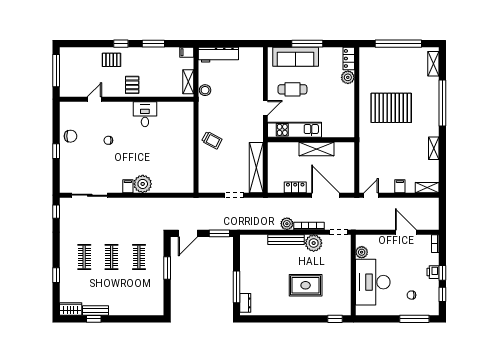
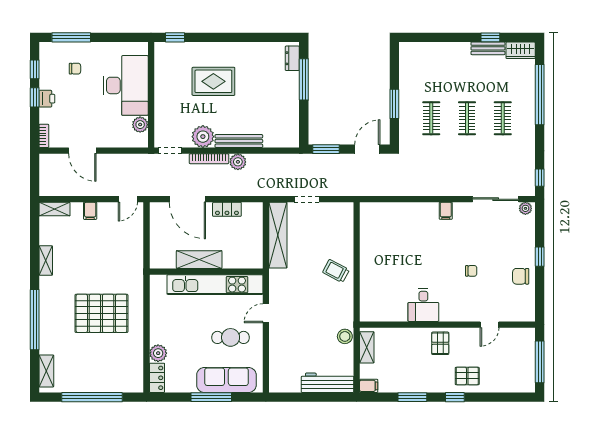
kitchen unit: (295, 130) -> (215, 285), width x1.36
plant: (143, 184) -> (525, 208), moved, width x0.53, depth x0.53
window: (56, 275) -> (540, 95), width x3.17

